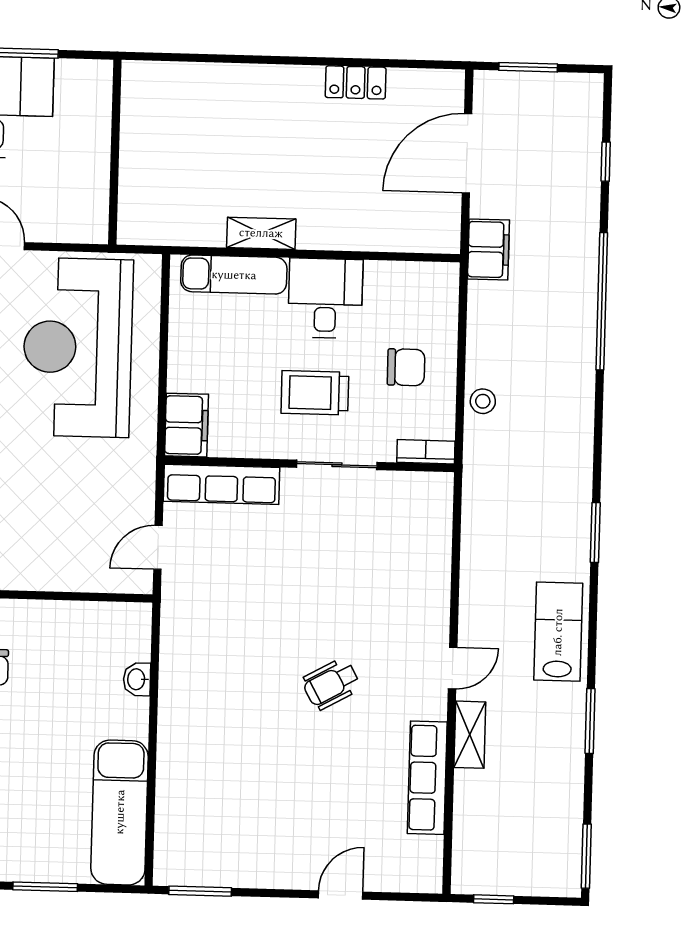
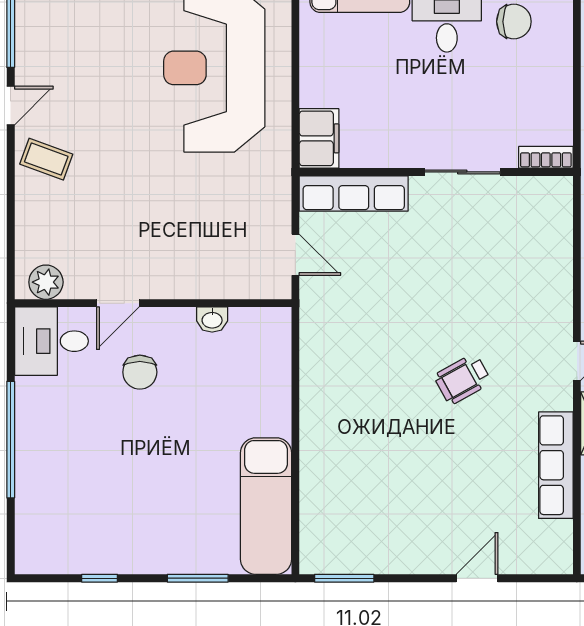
chair: (406, 367) -> (514, 22), moved
trolley: (315, 393) -> (439, 104), removed
door: (158, 547) -> (295, 255), swing flipped
washbasin: (137, 679) -> (212, 320), moved, turned -90

